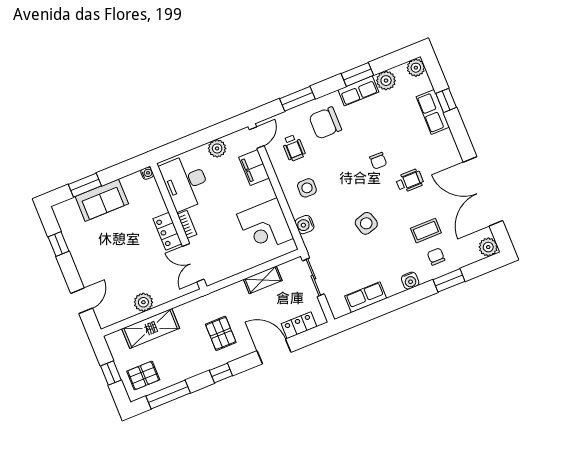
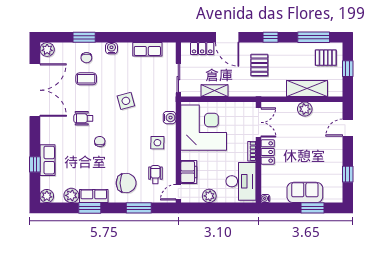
corner desk: (265, 226) -> (204, 128), width x1.36, depth x1.36

